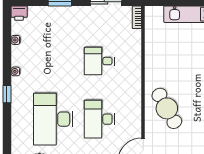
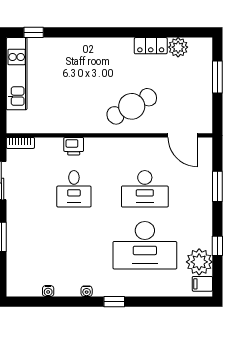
printer: (19, 13) -> (74, 146), moved, turned 90

